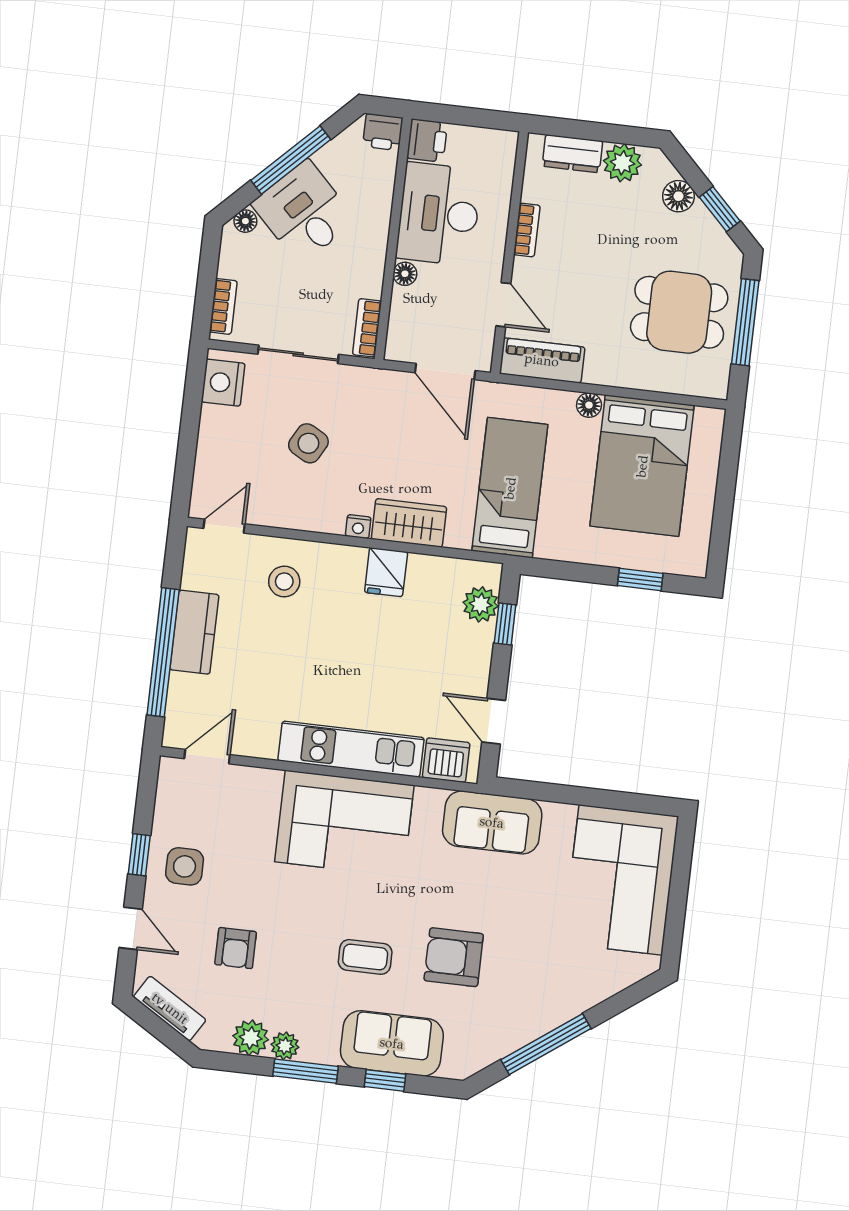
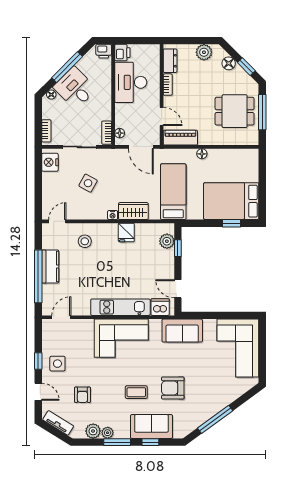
dresser: (572, 154) -> (170, 61), moved, turned -90
floor lamp: (405, 274) -> (120, 133), moved
bed: (642, 466) -> (231, 201), moved, turned 90

